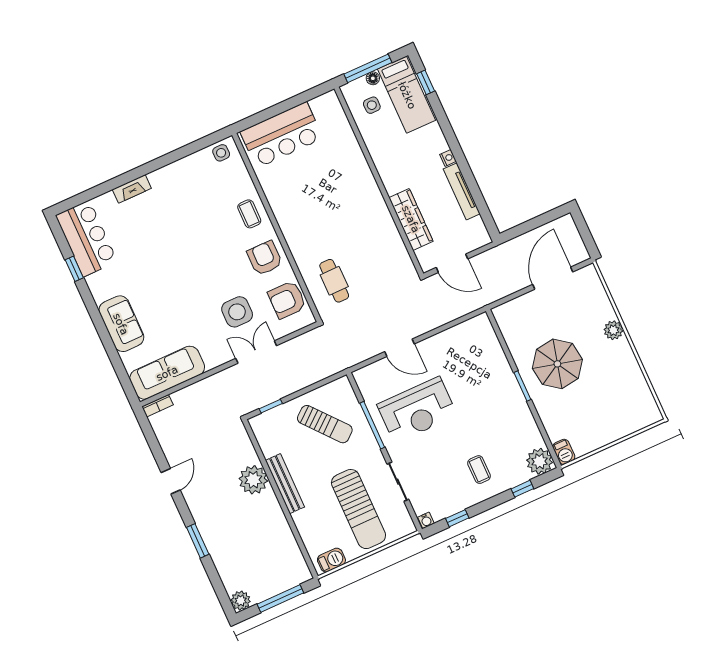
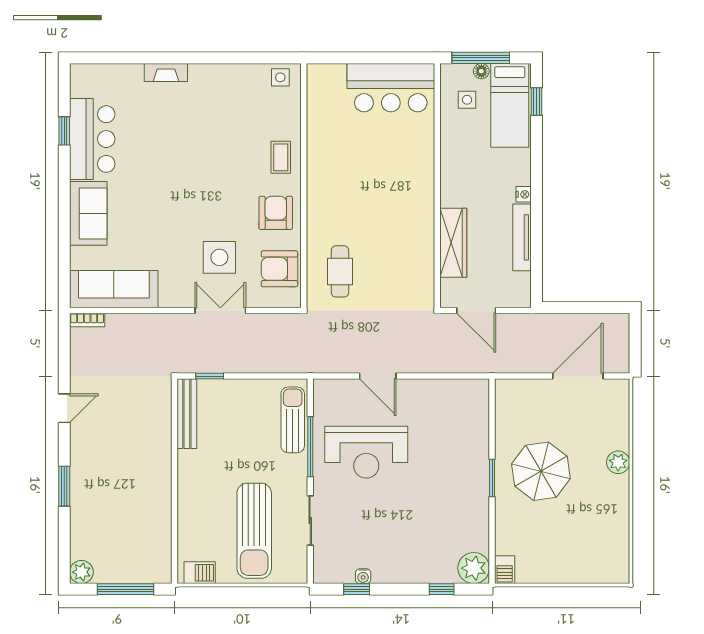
bar counter: (282, 135) -> (391, 88), moved
bar counter: (86, 238) -> (92, 139), moved
sun lounger: (325, 424) -> (293, 420), moved, turned -140
coffee table: (479, 470) -> (404, 547), removed
plant: (253, 480) -> (155, 447), removed
bench: (285, 484) -> (187, 414), moved
water cooler: (426, 520) -> (363, 576), moved

